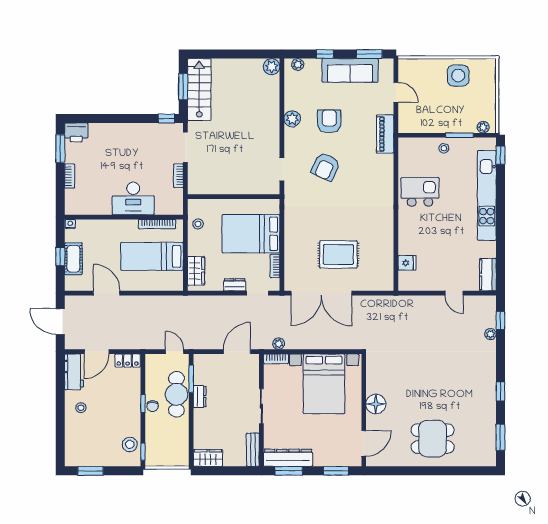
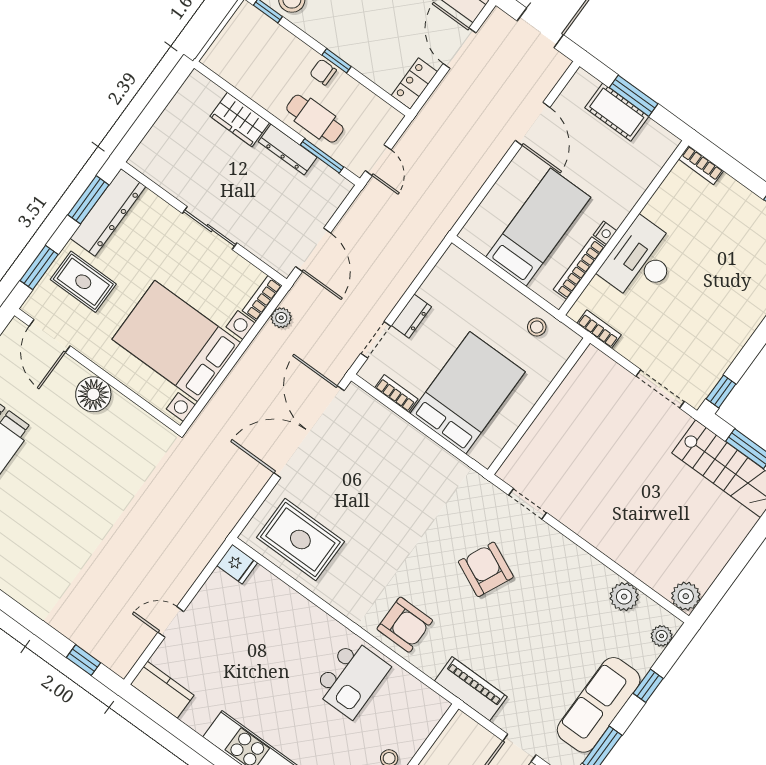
plant: (292, 119) -> (624, 597), moved
armchair: (329, 121) -> (405, 625), moved
bookcase: (70, 176) -> (701, 165), moved
bookcase: (178, 176) -> (599, 329), moved
nightstand: (70, 224) -> (605, 233), moved
rug: (338, 254) -> (300, 540), moved, turned 90
window: (60, 256) -> (634, 96), width x1.50
fridge: (407, 263) -> (237, 564), moved, turned -90
wardrobe: (196, 271) -> (472, 275), removed
door: (107, 293) -> (533, 124), hinge flipped
plant: (490, 334) -> (74, 632), removed
door: (175, 352) -> (378, 160), hinge flipped
cafe table: (176, 394) -> (315, 119), width x0.73, depth x0.74
dresser: (200, 397) -> (288, 150), width x1.44
rug: (328, 446) -> (83, 282), added
bench: (253, 450) -> (156, 170), removed
wardrobe: (208, 458) -> (240, 120), moved, turned 90

